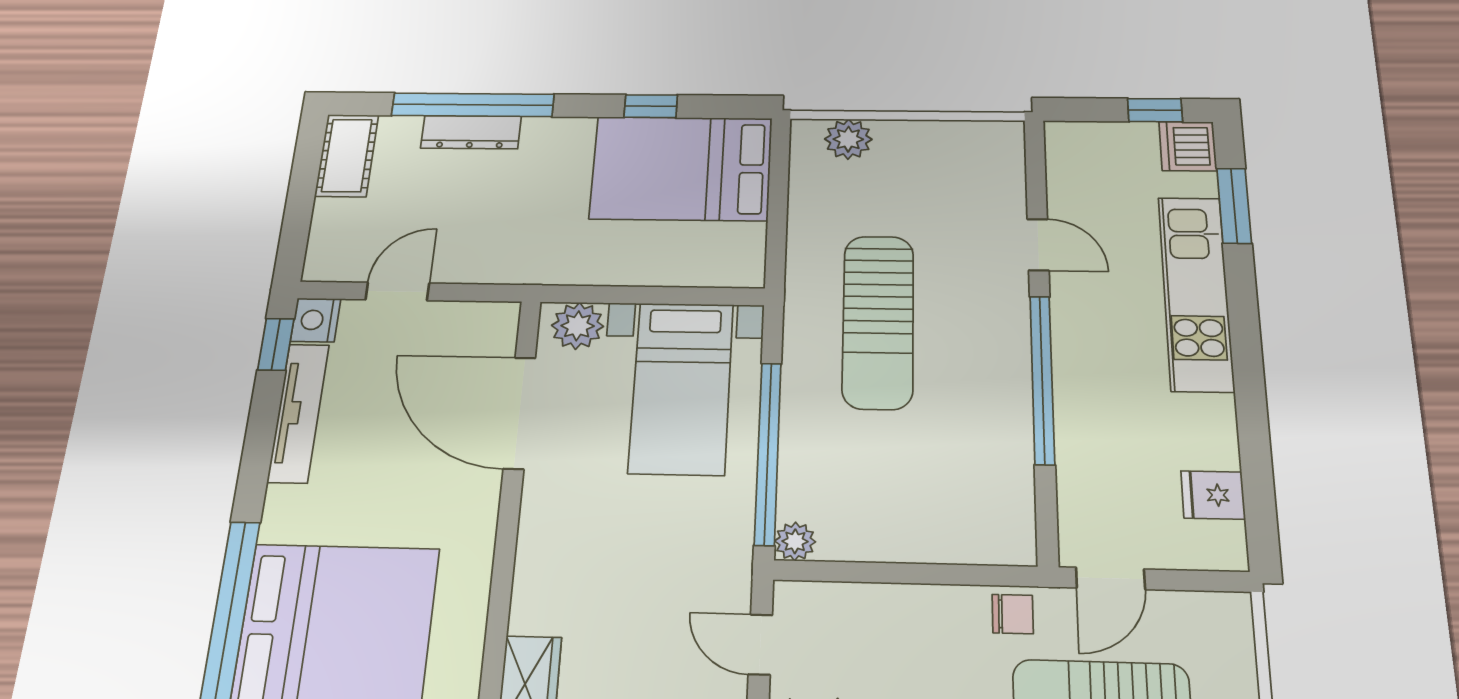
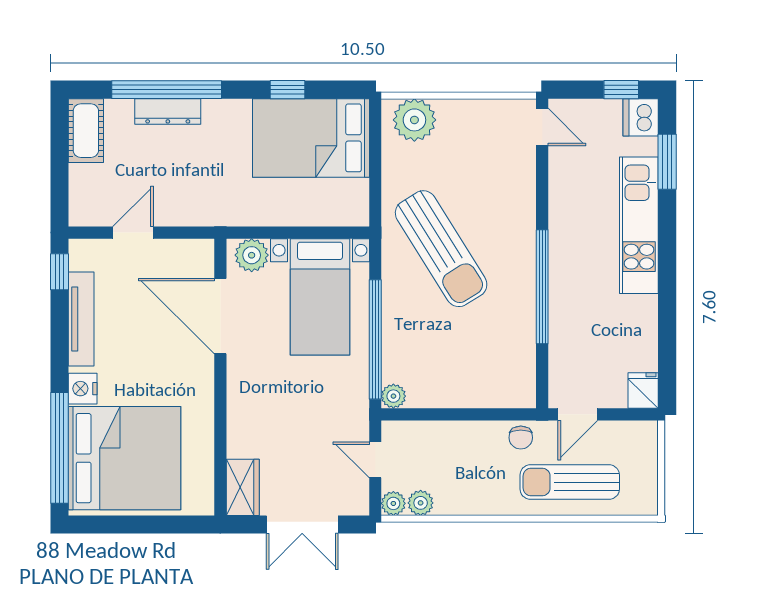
plant: (848, 139) -> (414, 120), width x1.36, depth x1.36
door: (1038, 245) -> (542, 127), moved
nightstand: (316, 320) -> (83, 389), moved
sun lounger: (878, 321) -> (441, 249), turned -32
fridge: (1213, 495) -> (643, 390), moved, turned 90
chair: (1013, 614) -> (521, 438), turned 90

